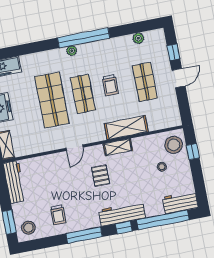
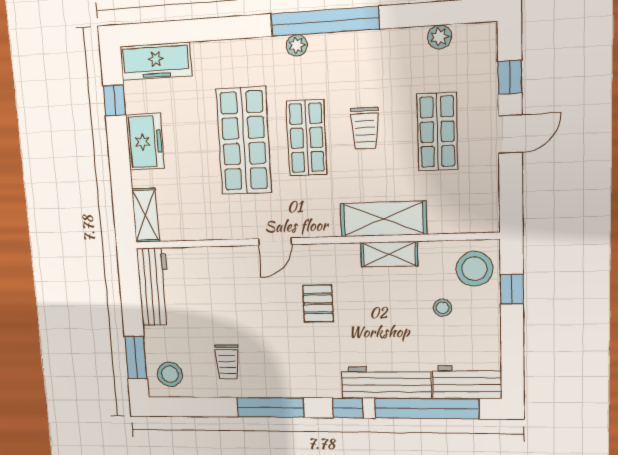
shelving: (118, 147) -> (389, 254), moved
workbench: (122, 214) -> (386, 383), moved

